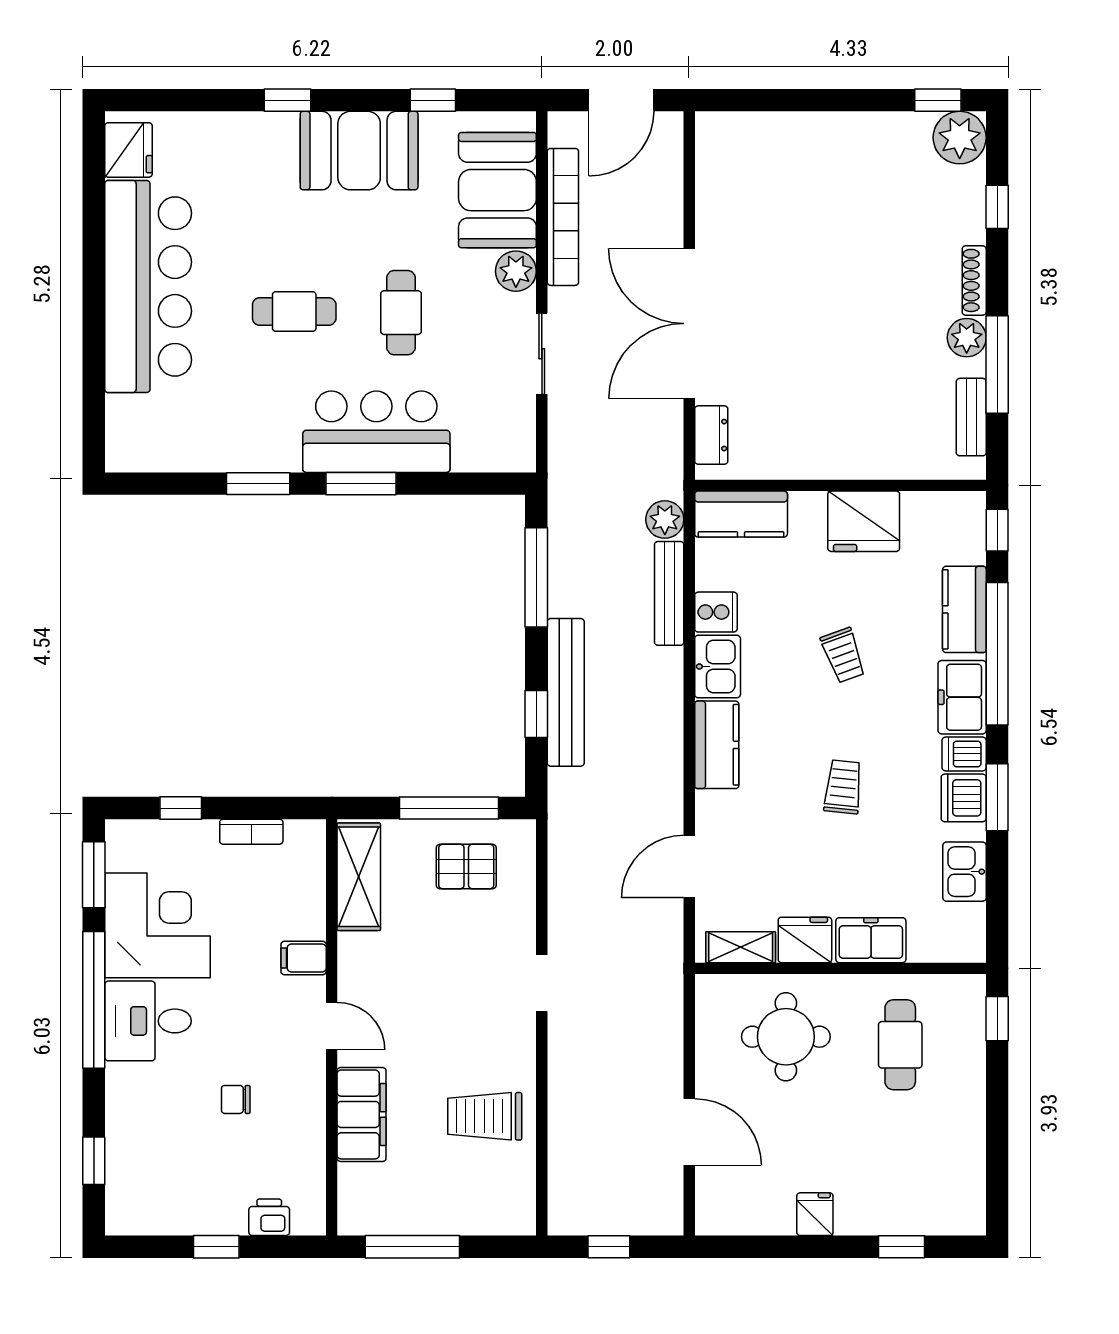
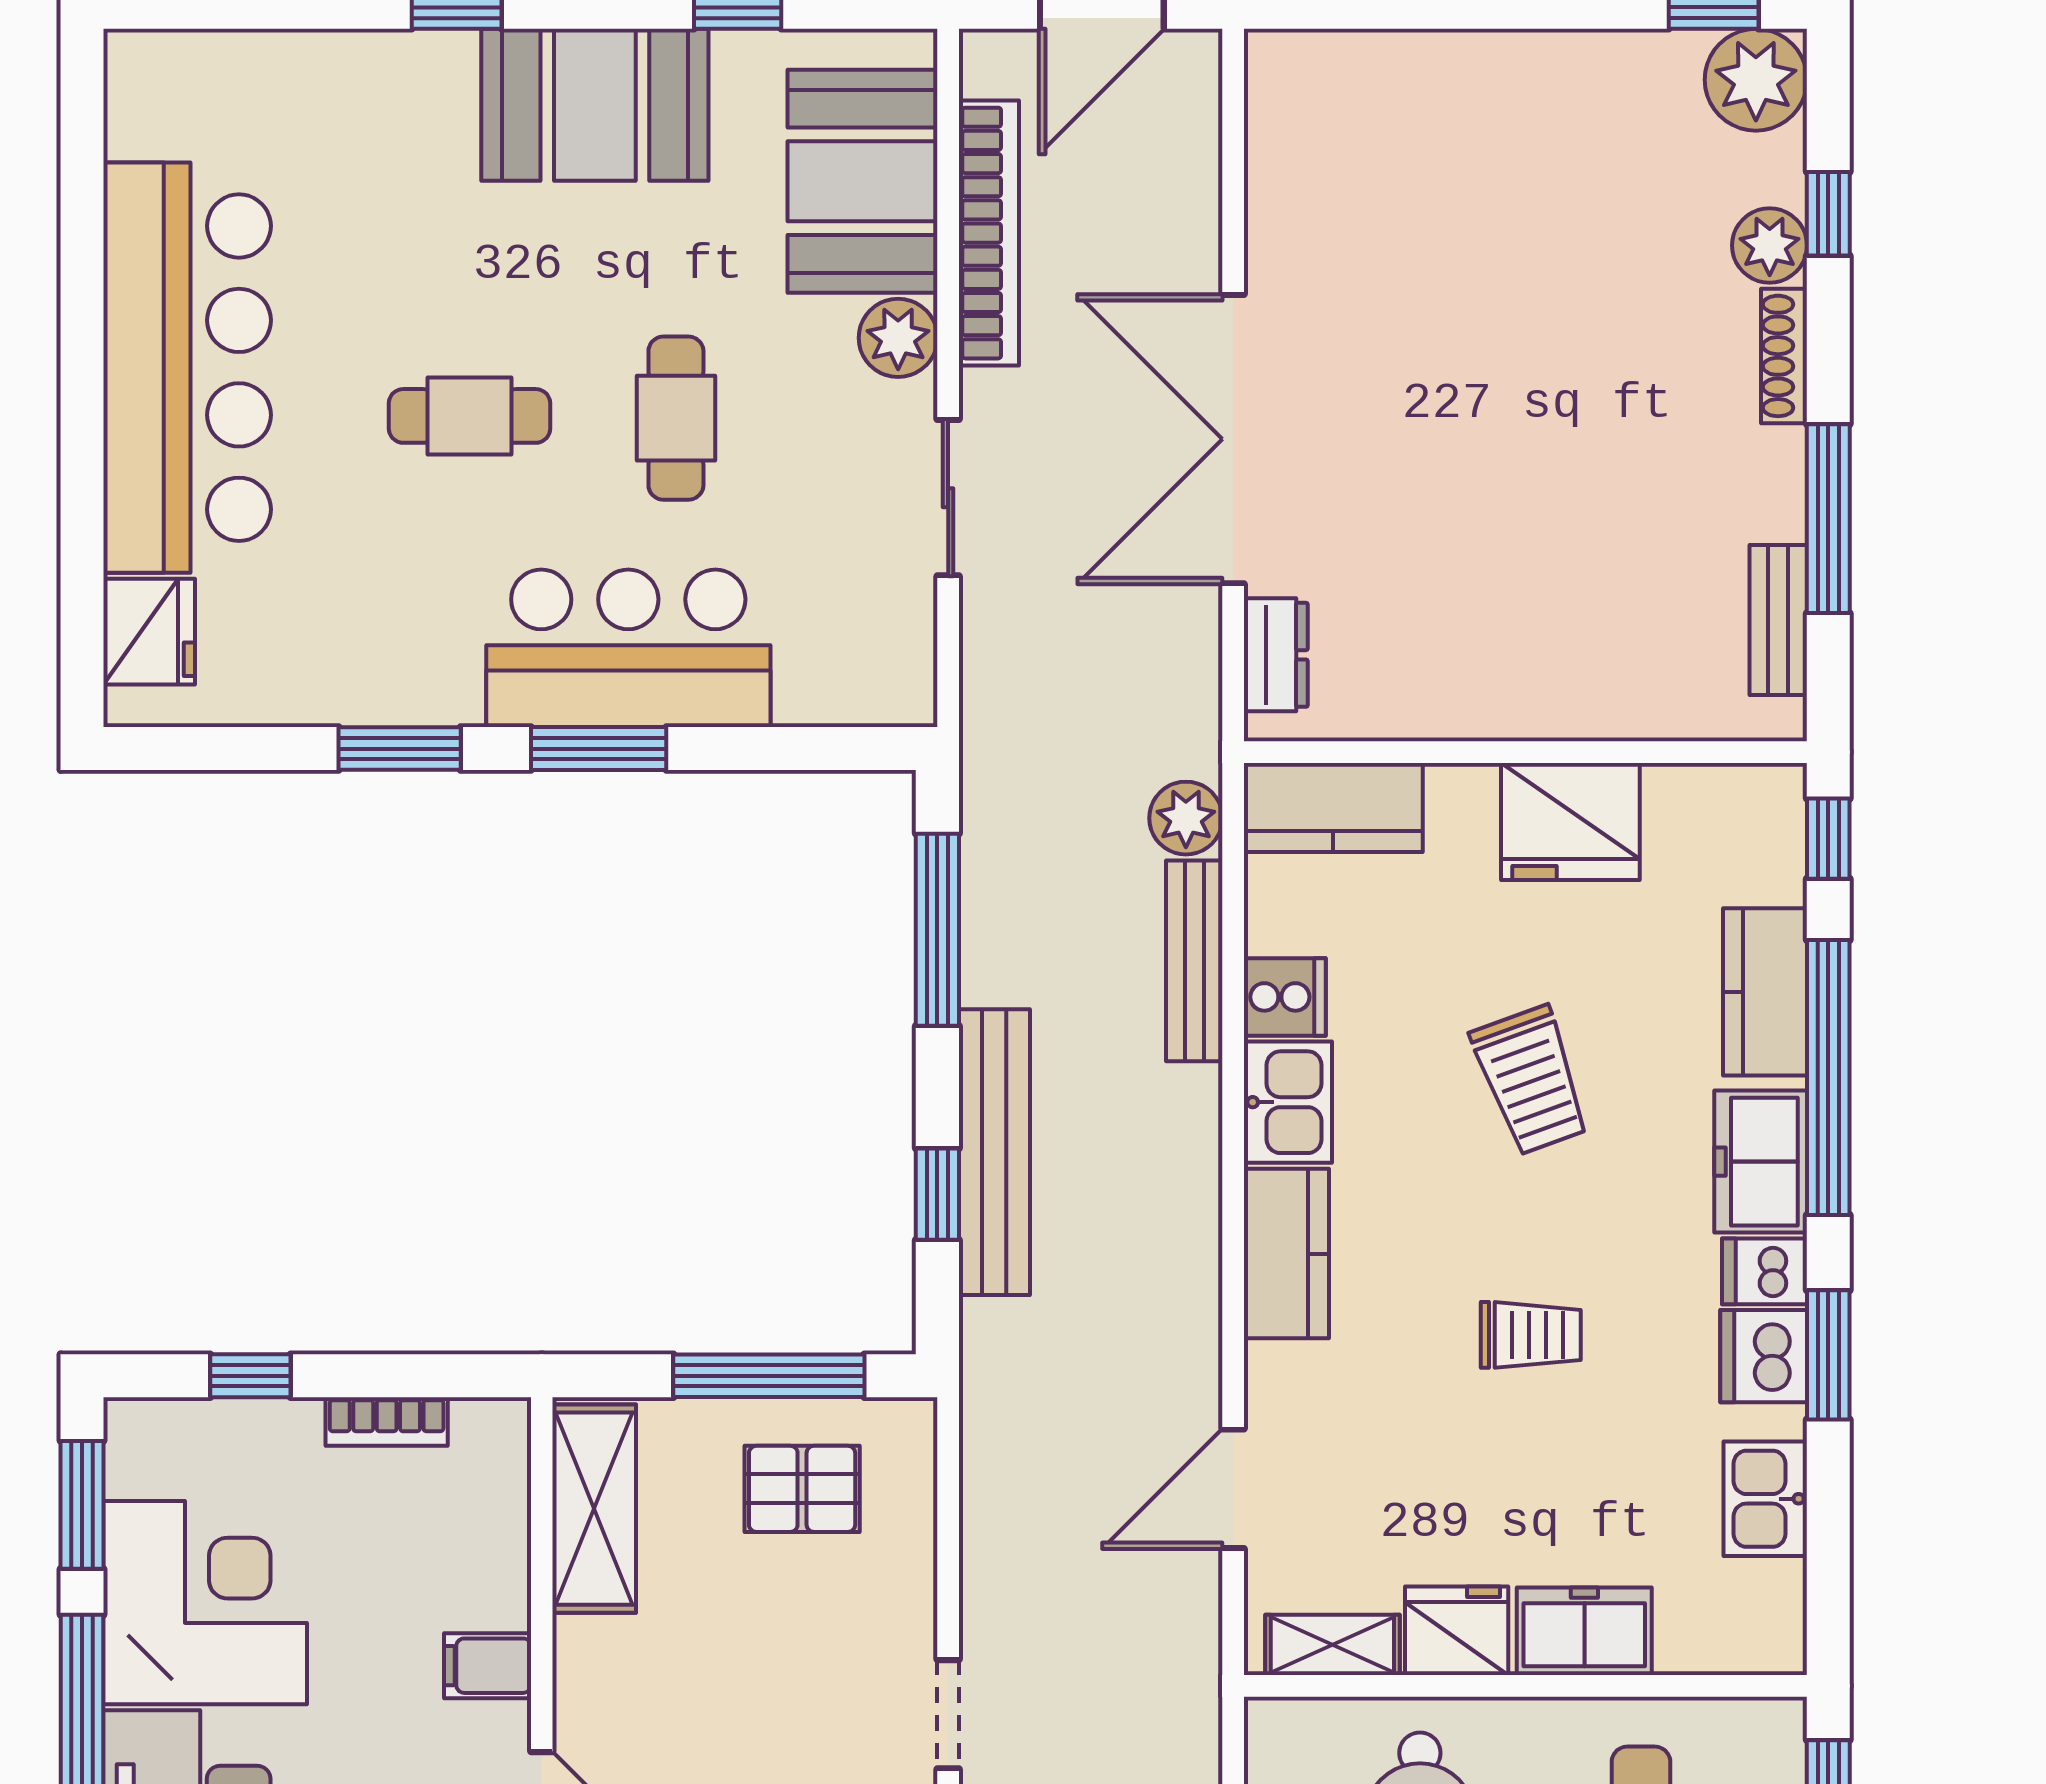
fridge: (128, 150) -> (149, 632), moved
plant: (967, 338) -> (1770, 245), moved
trolley: (843, 655) -> (1531, 1080), width x1.36, depth x1.39
trolley: (843, 787) -> (1531, 1335), turned 84

